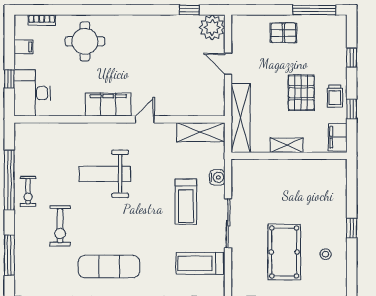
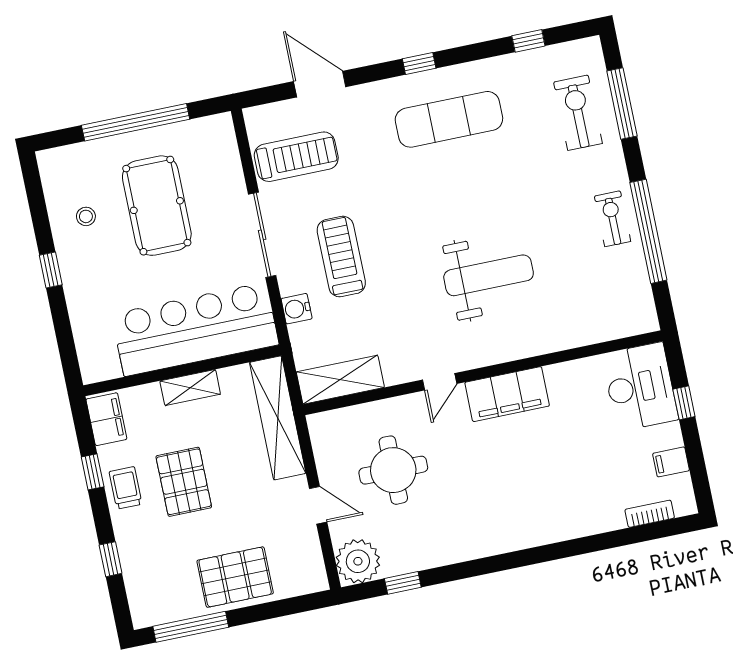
pallet: (283, 33) -> (235, 577), width x1.50, depth x1.42
round table: (85, 41) -> (393, 470), moved
bar counter: (277, 178) -> (195, 329), added
exercise bike: (60, 226) -> (578, 113), moved

